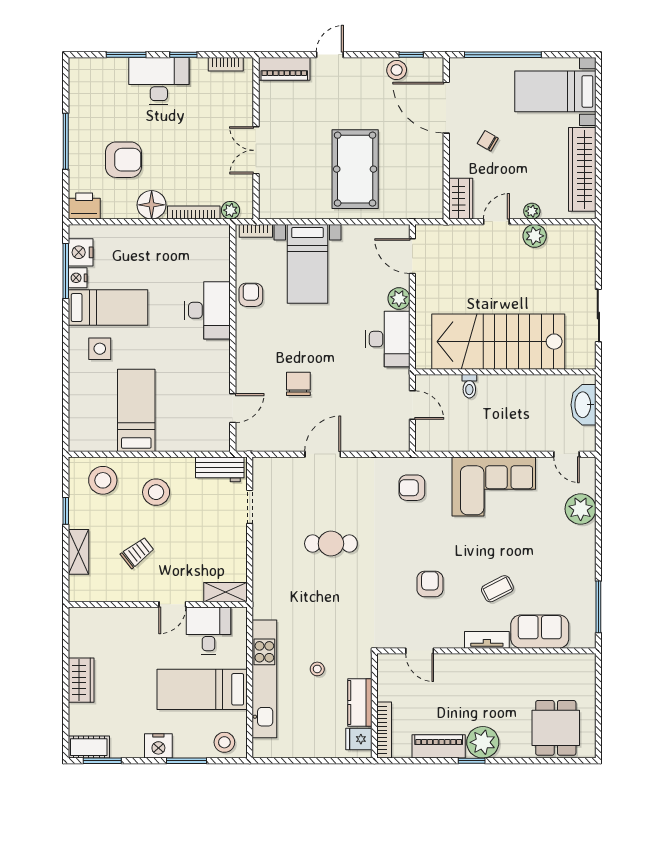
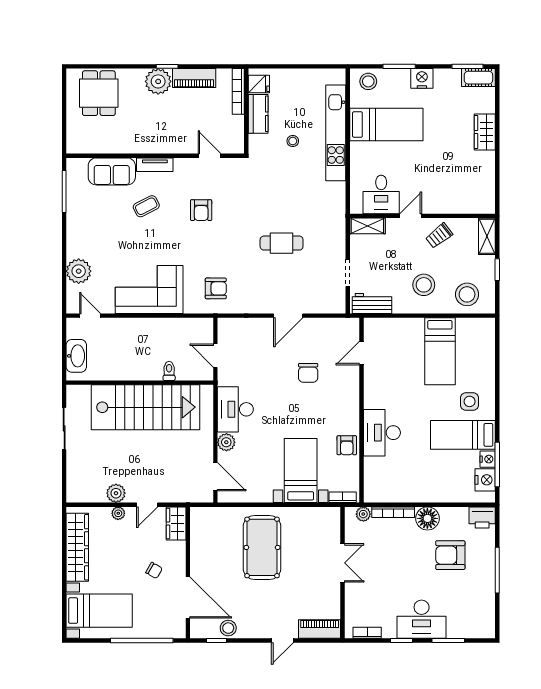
shelving: (225, 592) -> (367, 226), moved
wall: (158, 604) -> (422, 216), moved
door: (172, 604) -> (411, 216), moved
desk: (208, 631) -> (381, 194), moved

